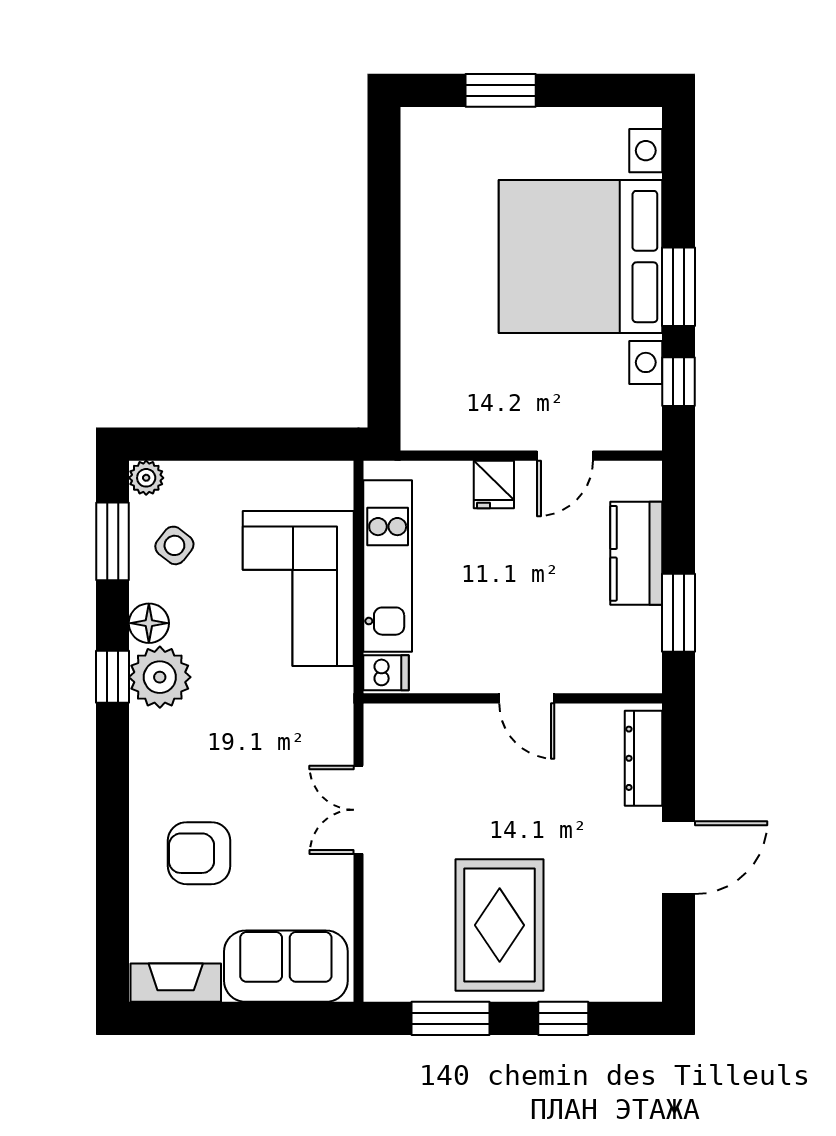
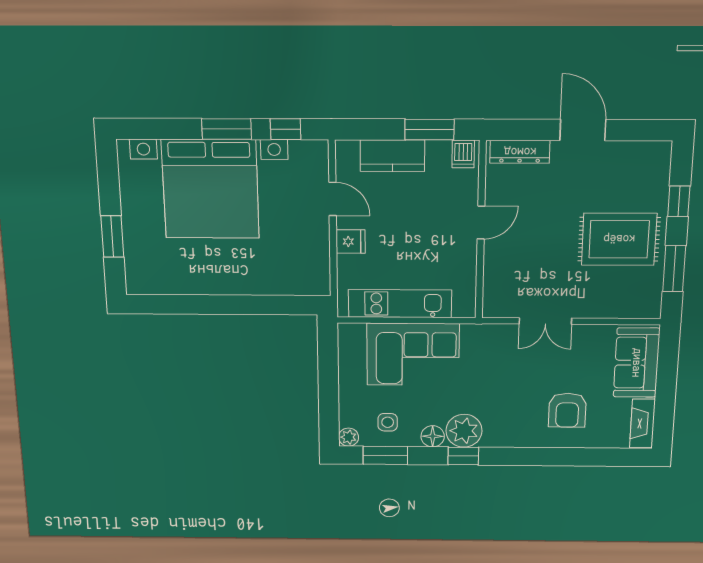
side table: (174, 545) -> (388, 422), turned -38
dishwasher: (386, 673) -> (463, 154), moved, turned 180

